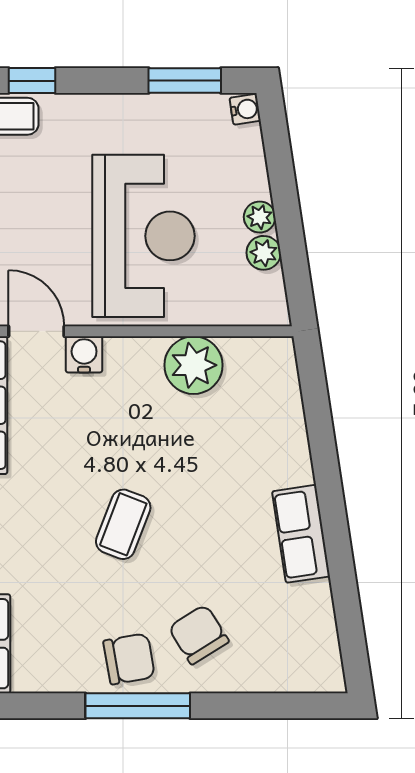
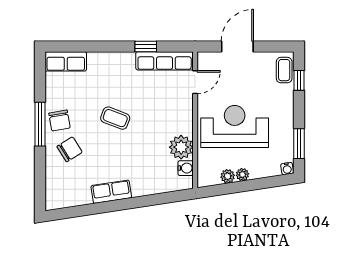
reception desk: (143, 236) -> (235, 126), turned 180
water cooler: (84, 354) -> (186, 168), moved

